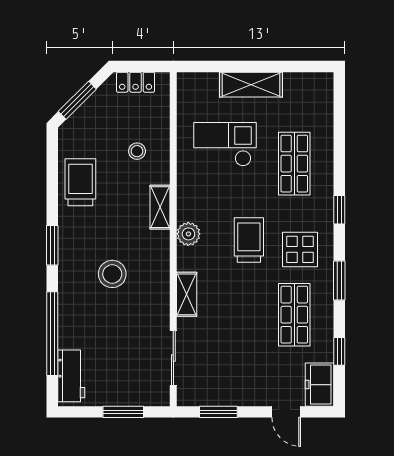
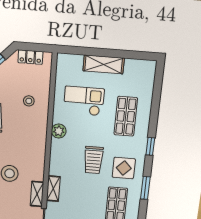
shelving: (160, 207) -> (37, 194), moved
plant: (188, 234) -> (59, 131), moved
trolley: (249, 240) -> (93, 160), turned 180

